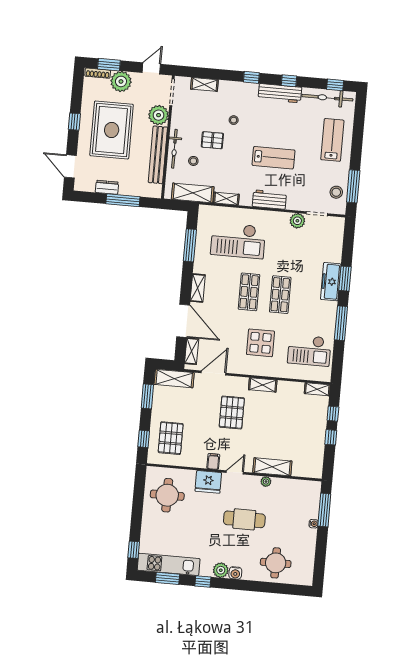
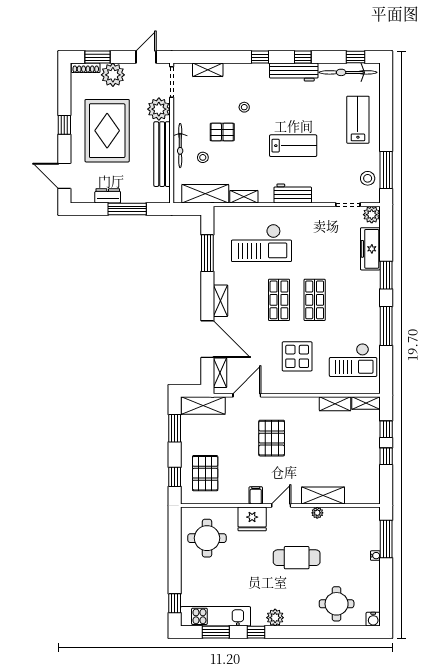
plant: (297, 221) -> (372, 215), moved
freezer: (331, 282) -> (370, 249), moved
shelving: (263, 385) -> (335, 404), moved
water cooler: (235, 573) -> (373, 619), moved

